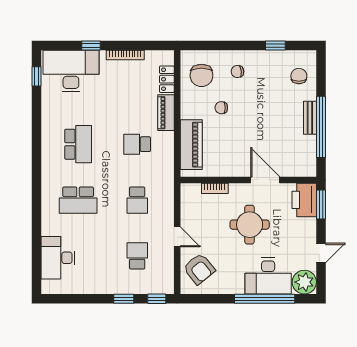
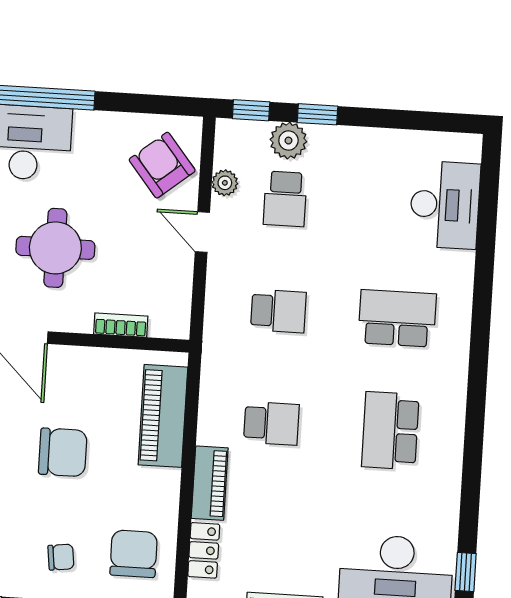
chair: (221, 108) -> (63, 452), moved, width x1.87, depth x1.87
school desk: (137, 200) -> (278, 311), turned 90
plant: (168, 262) -> (225, 183), added
plant: (137, 285) -> (288, 141), added

